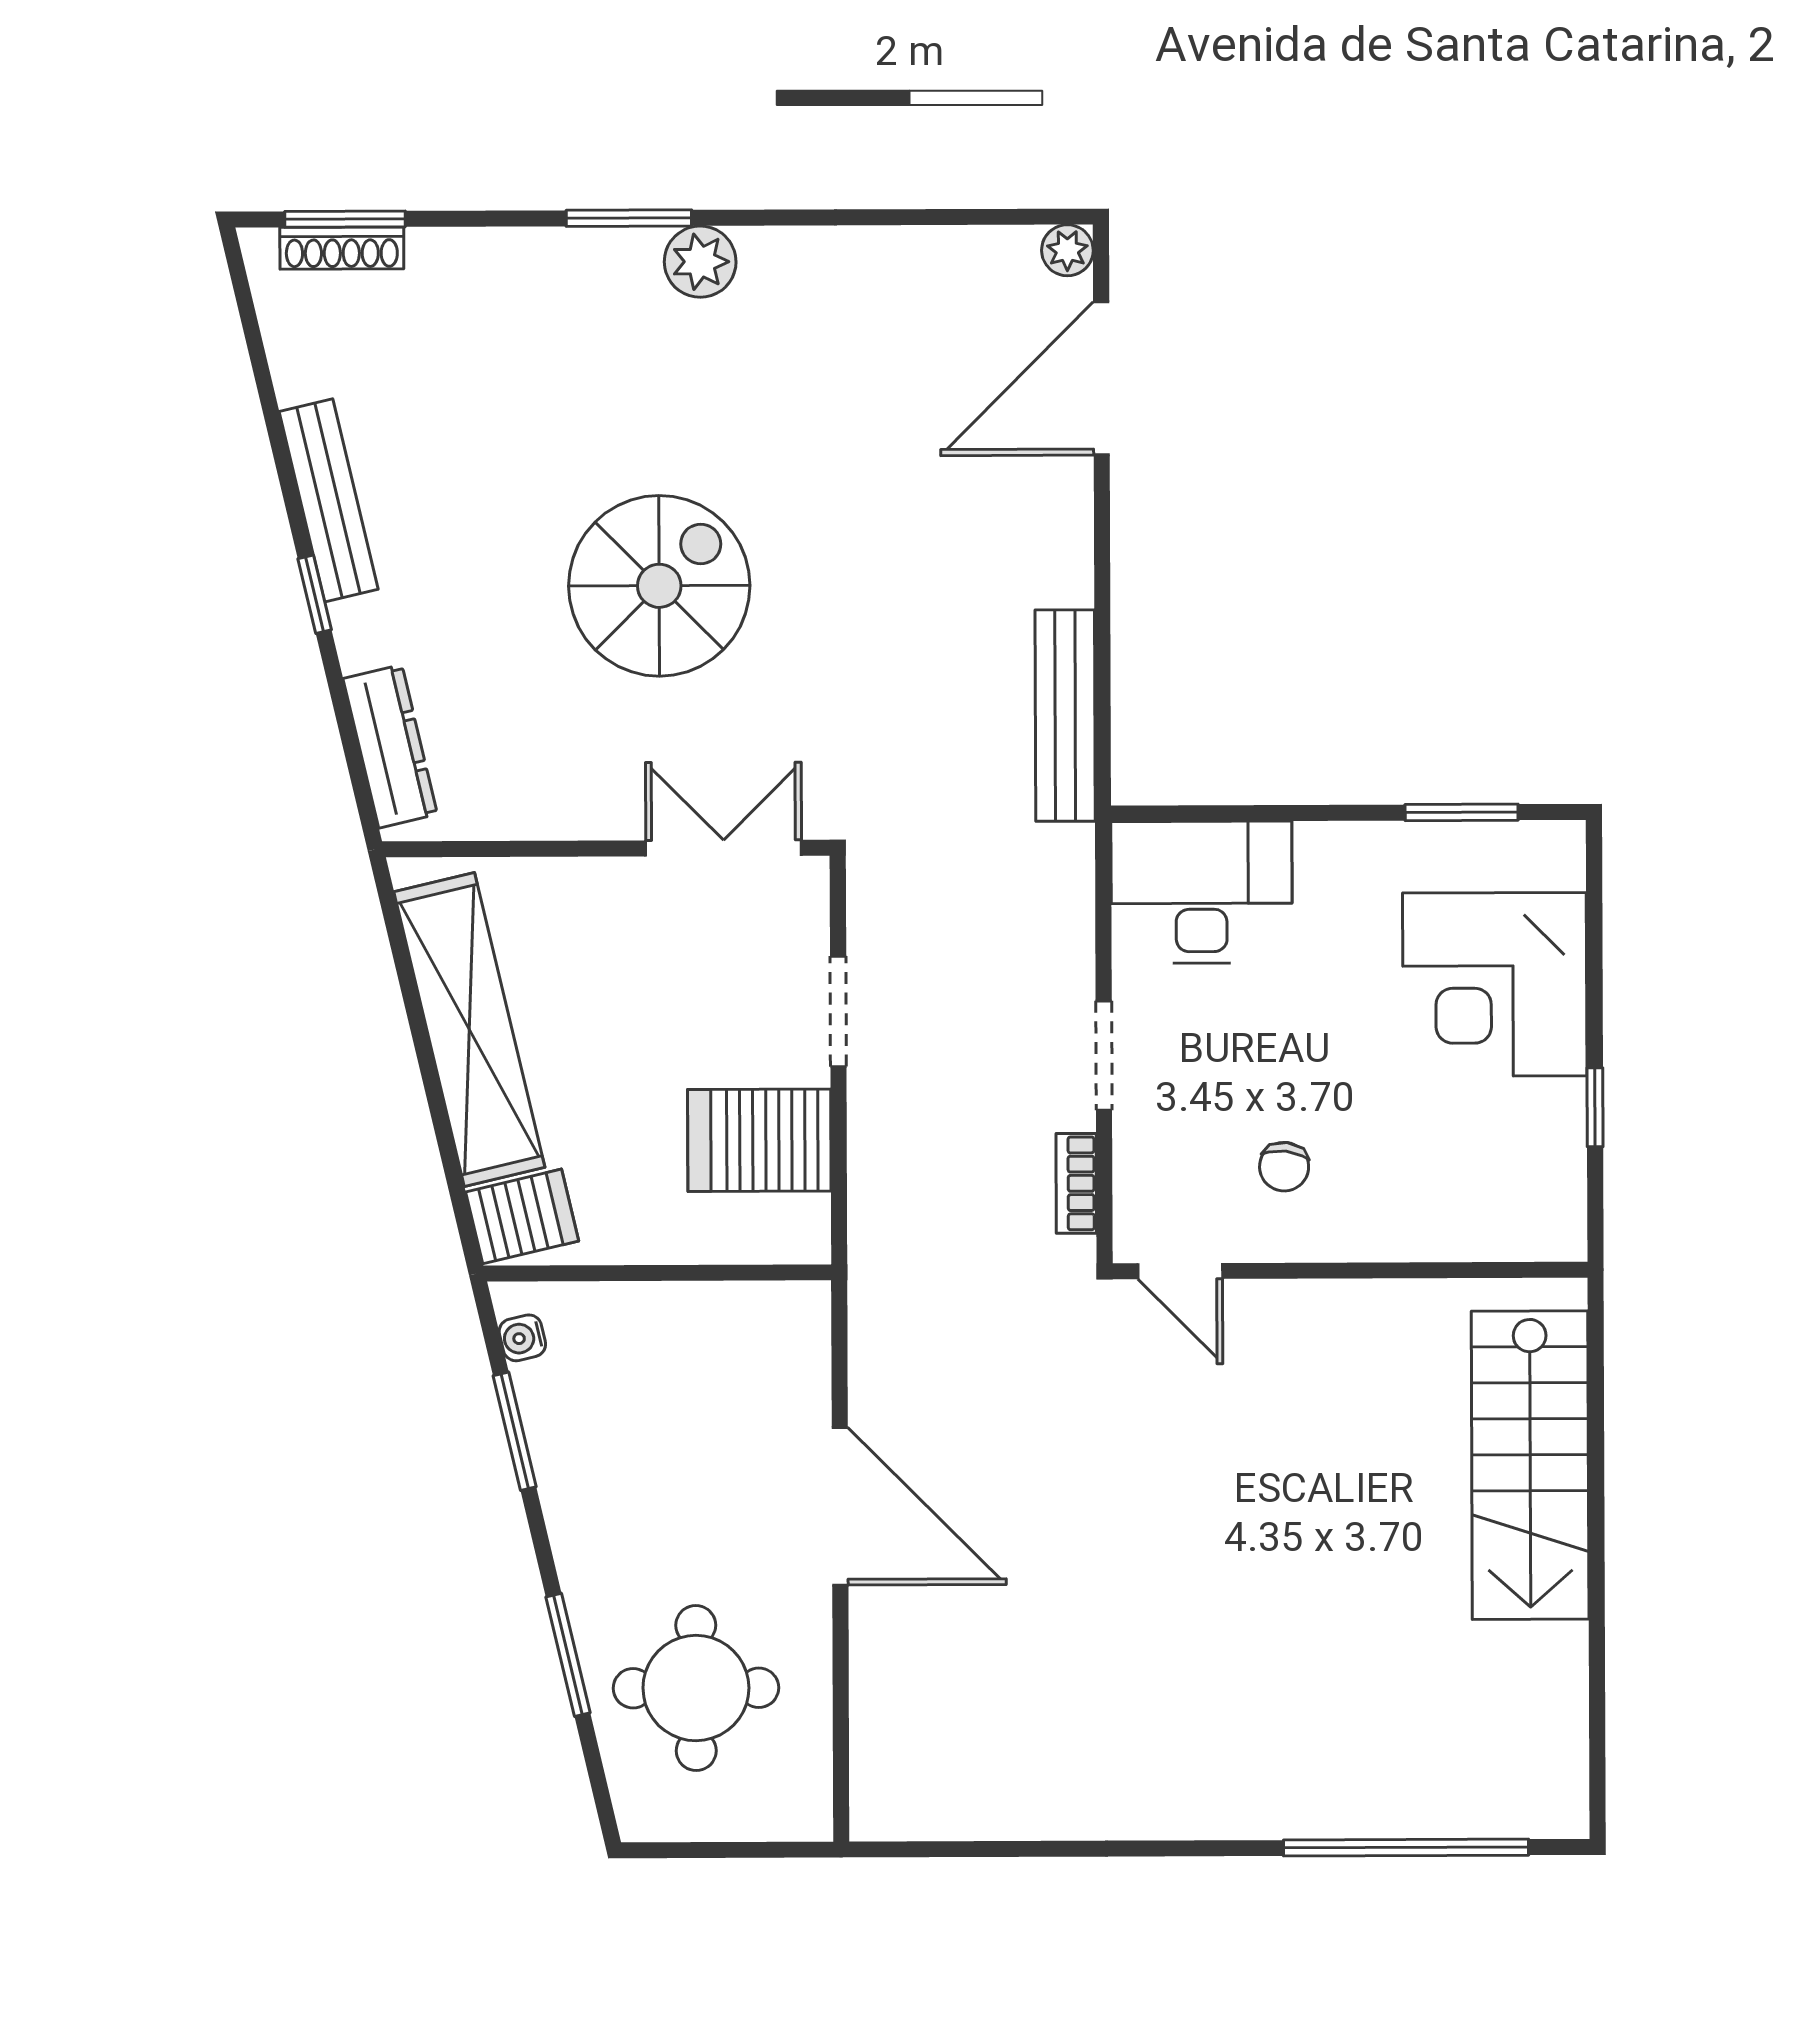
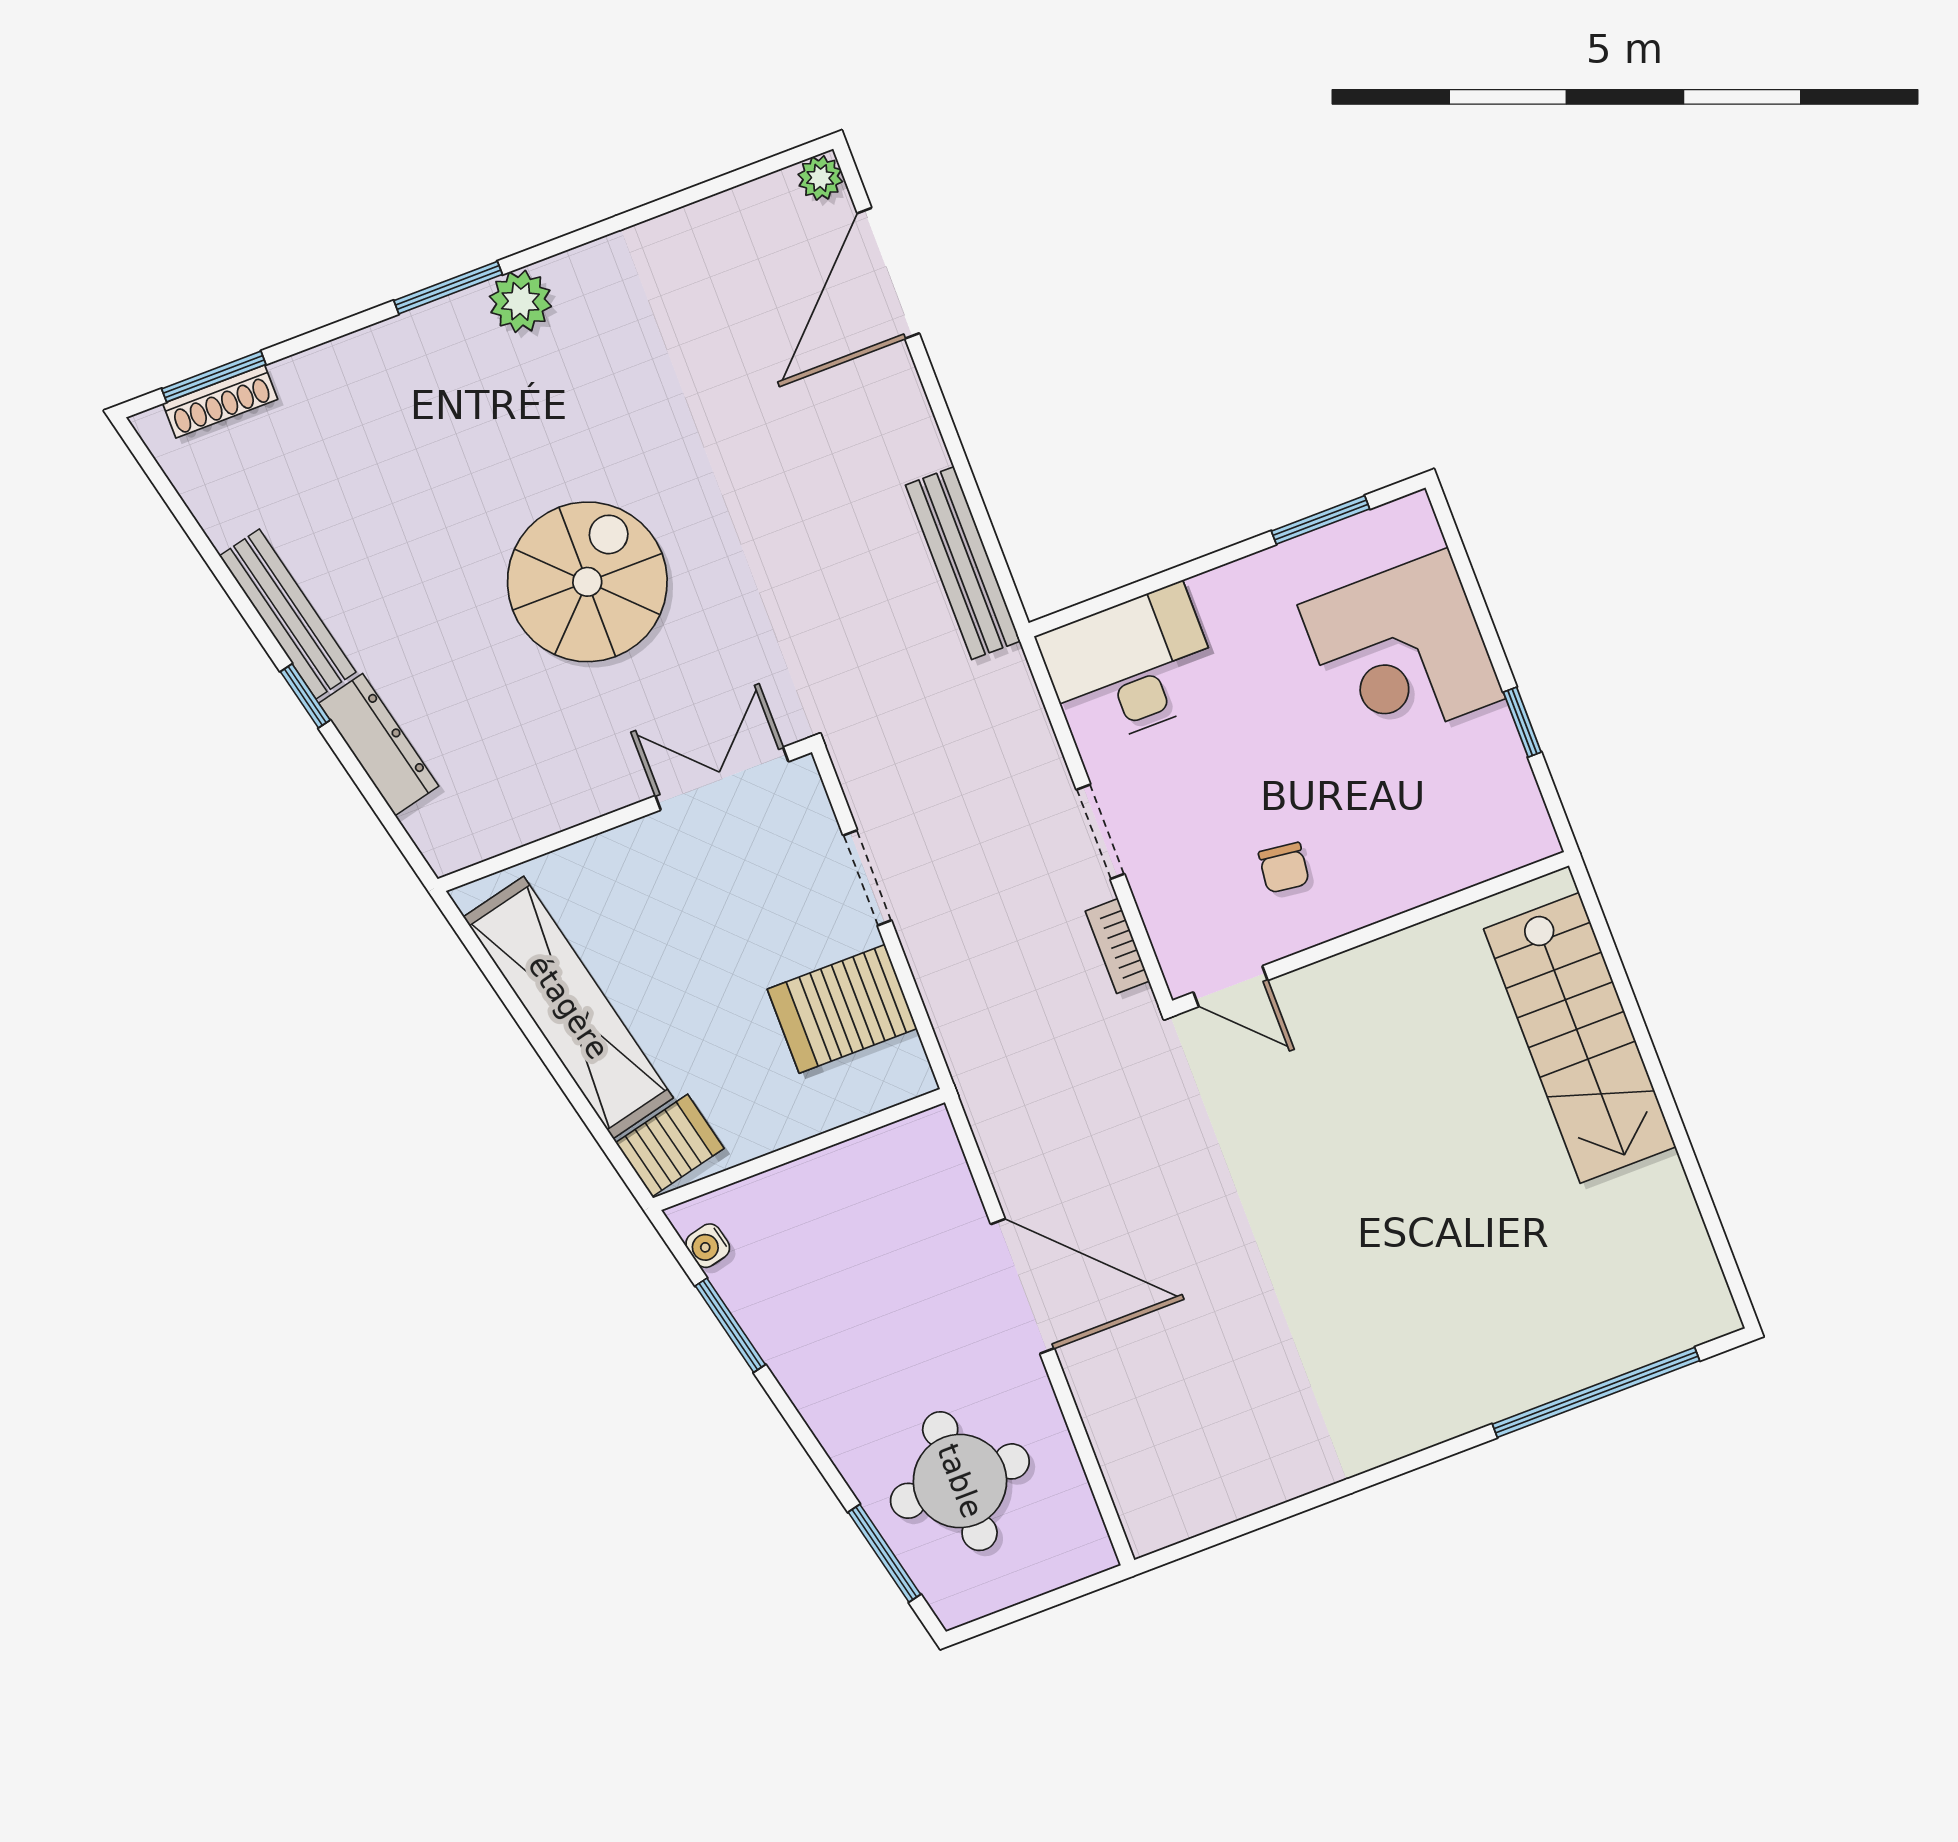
dresser: (390, 746) -> (379, 745), moved
window: (568, 1655) -> (884, 1553), moved

